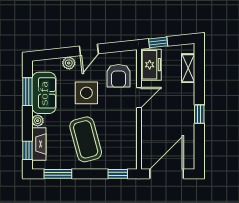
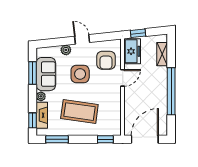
door: (89, 50) -> (82, 39), swing flipped
window: (199, 114) -> (171, 91), width x3.17
coffee table: (86, 139) -> (79, 112), turned -67

